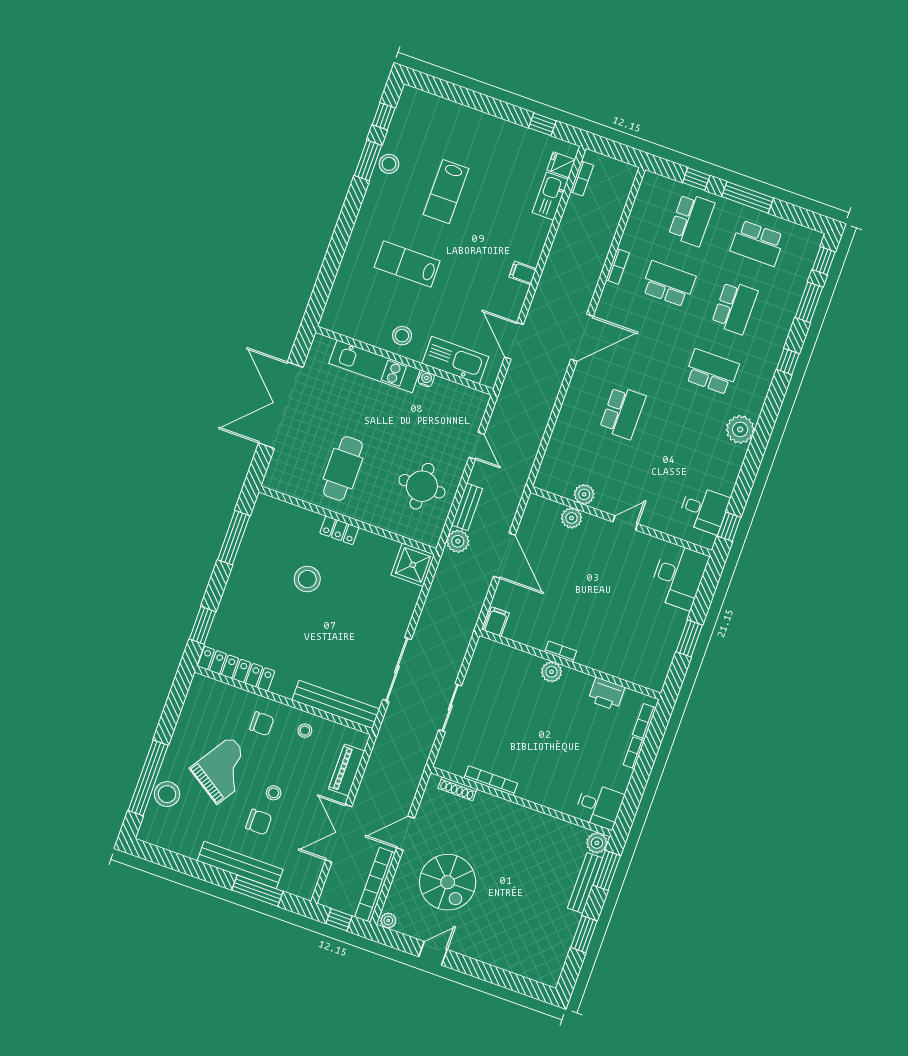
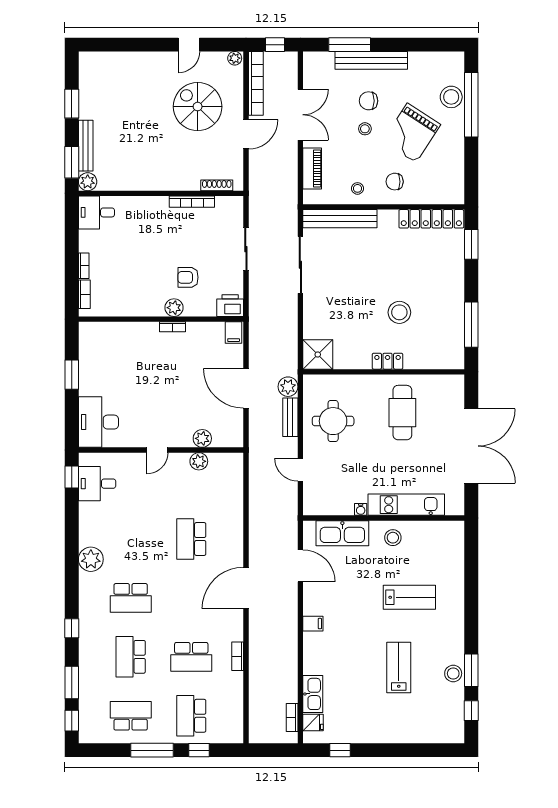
printer: (606, 694) -> (230, 306), moved
armchair: (524, 699) -> (188, 277), added

